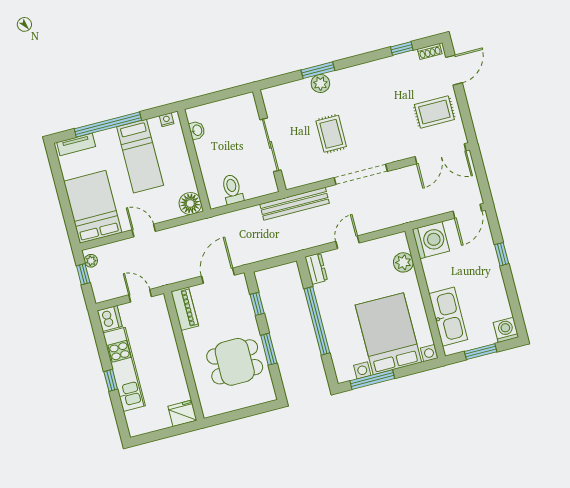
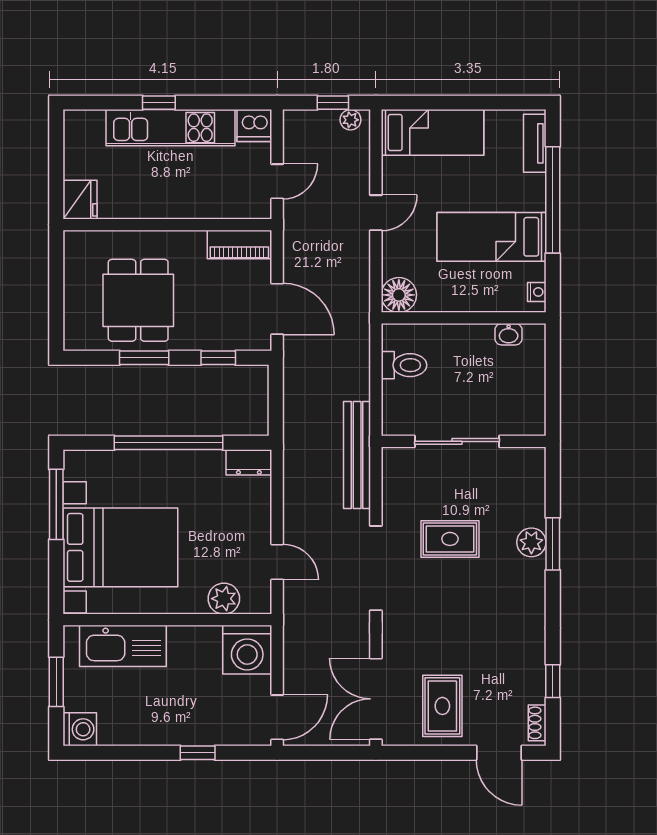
bed: (93, 207) -> (432, 132), width x0.67
door: (467, 211) -> (277, 717), swing flipped
door: (347, 242) -> (277, 562), moved

